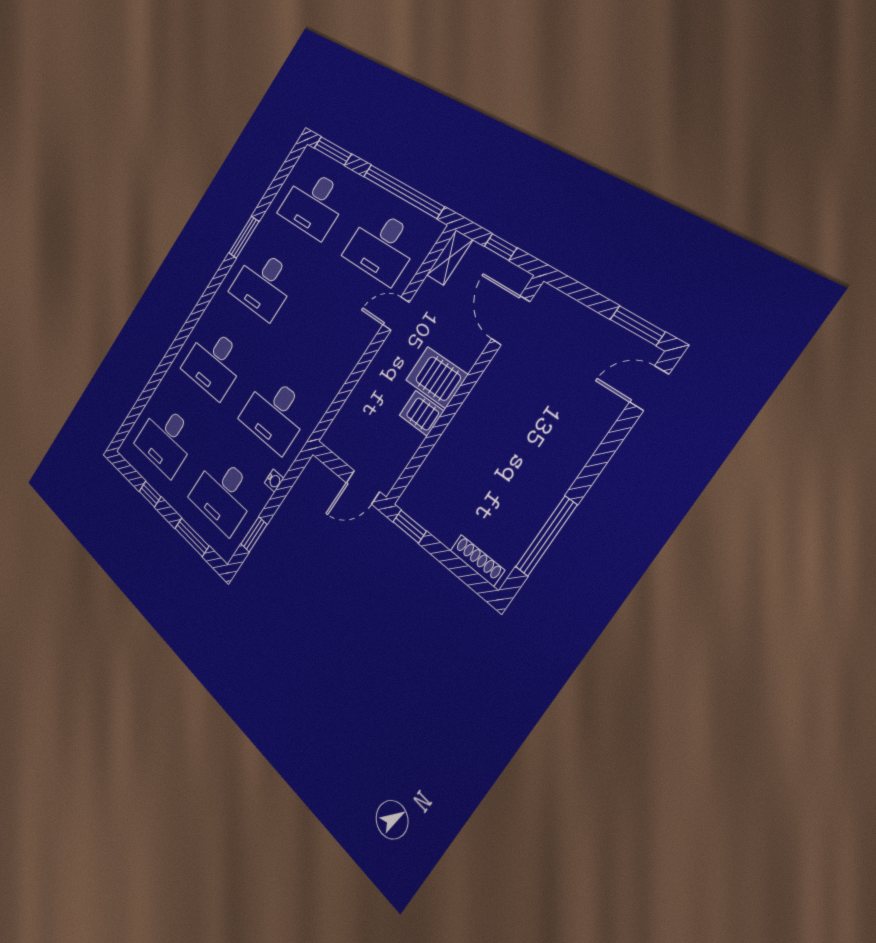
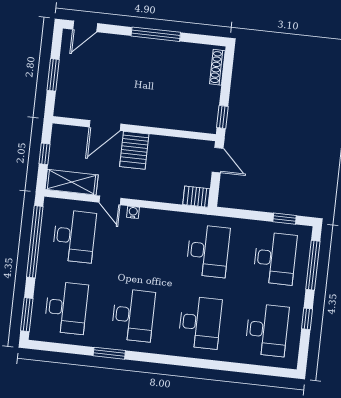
shelving: (450, 257) -> (72, 182), width x1.50, depth x1.33
door: (511, 320) -> (105, 125), moved
window: (638, 326) -> (53, 75), moved
door: (649, 388) -> (85, 26), hinge flipped
server rack: (421, 413) -> (196, 197), moved, turned 90
water cooler: (274, 480) -> (133, 212), moved
window: (546, 536) -> (156, 34), moved
window: (192, 537) -> (313, 265), width x1.44

